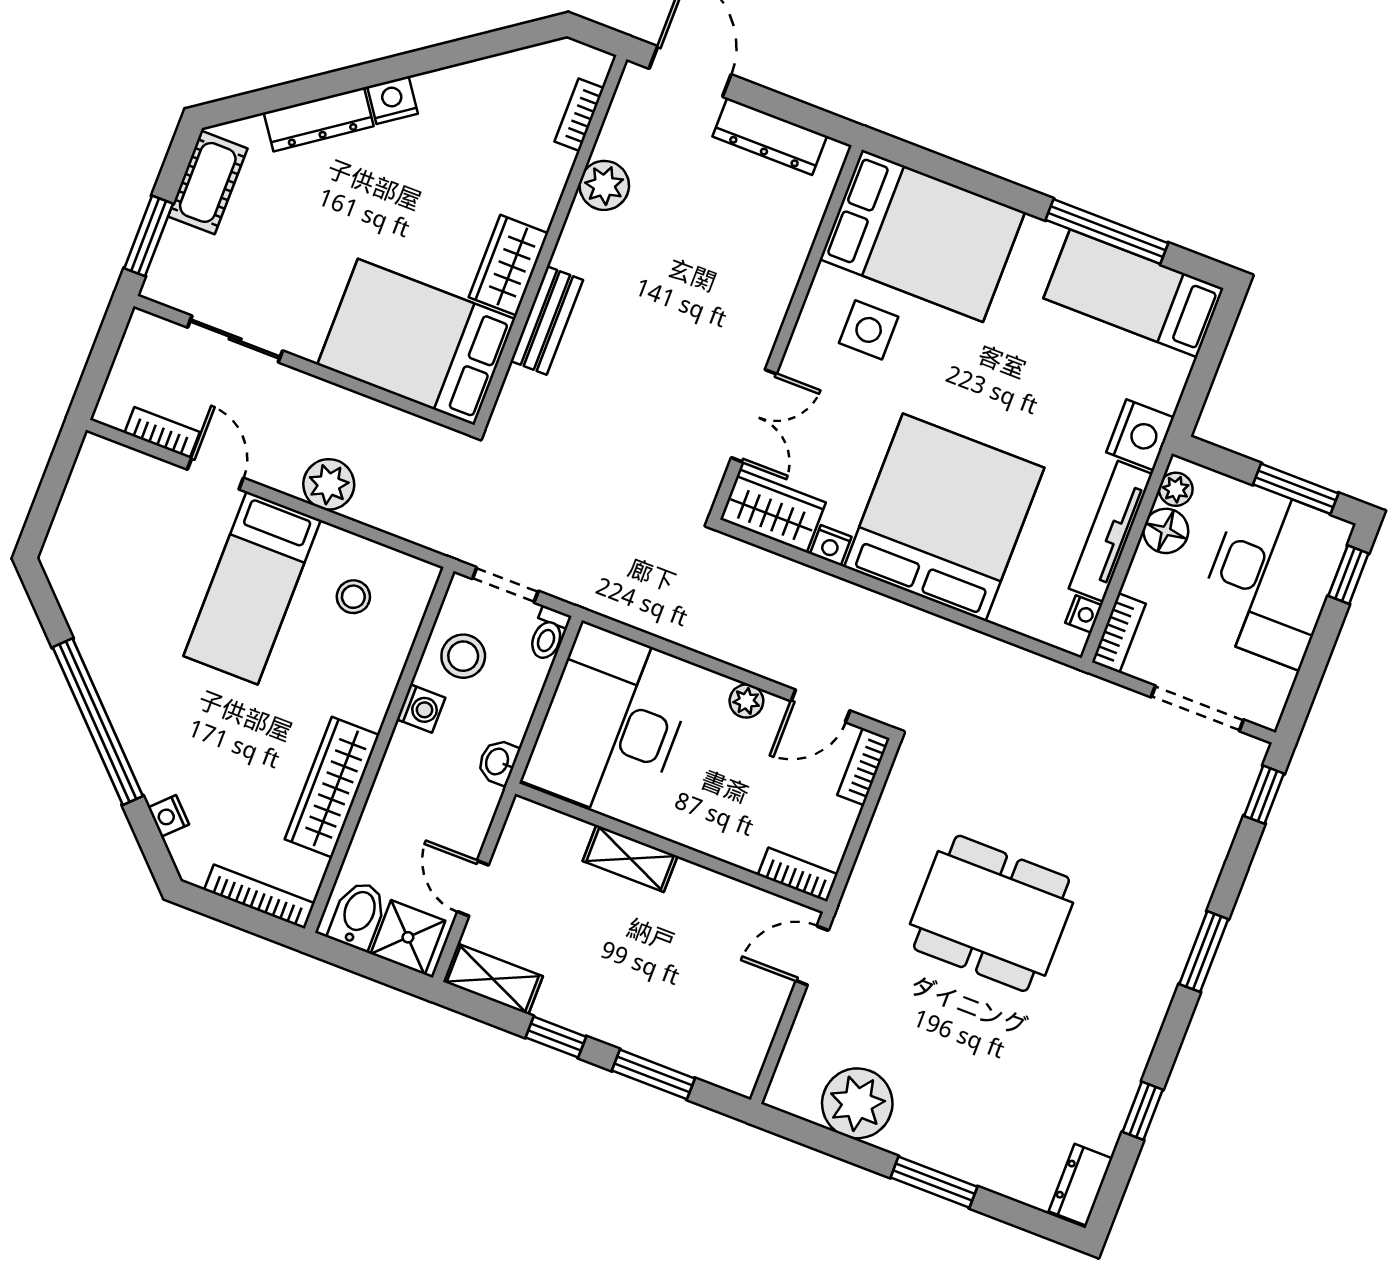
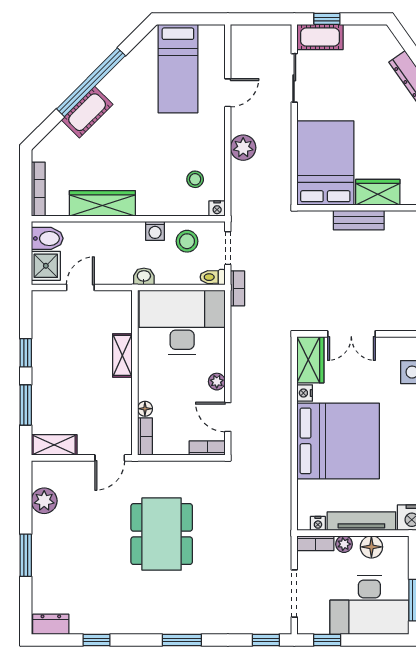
cot: (208, 182) -> (320, 37), moved
window: (149, 236) -> (327, 19), width x0.67
bookcase: (162, 432) -> (238, 288), moved
plant: (1176, 489) -> (344, 544), moved
window: (1348, 575) -> (327, 640), moved
bed: (252, 588) -> (178, 69), moved, turned -90
cot: (151, 750) -> (87, 112), added
nightstand: (168, 816) -> (217, 208), moved, turned -135
floor lamp: (746, 855) -> (145, 409), added
door: (812, 956) -> (110, 458), swing flipped
shelving: (493, 979) -> (54, 445), moved, turned 90
plant: (857, 1103) -> (44, 501), width x0.73, depth x0.73

